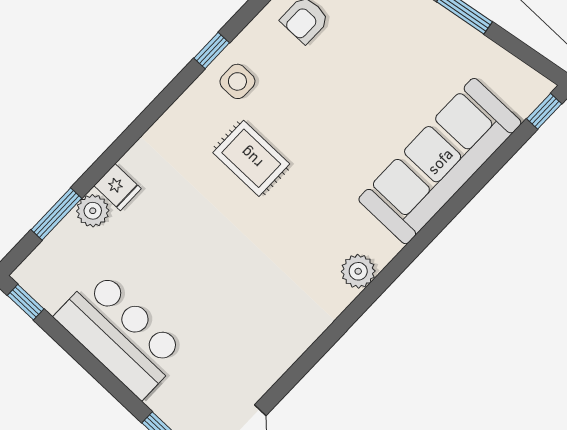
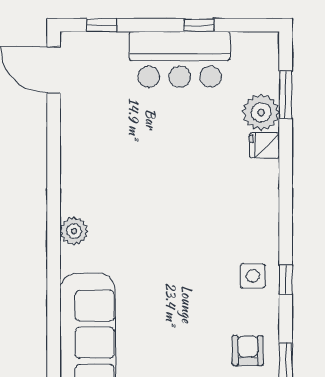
rug: (251, 158) -> (201, 238), removed
plant: (93, 211) -> (261, 112), width x1.36, depth x1.36
window: (26, 302) -> (199, 25), moved

